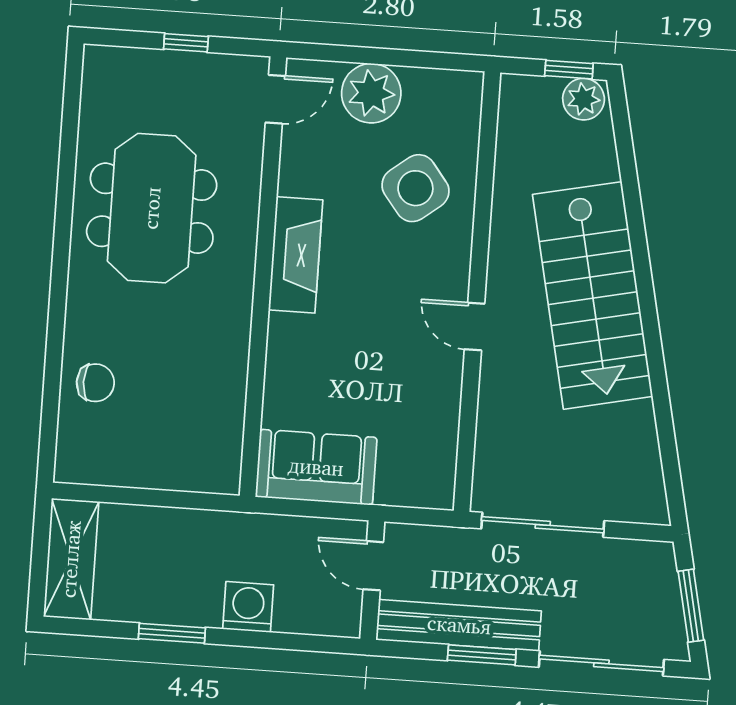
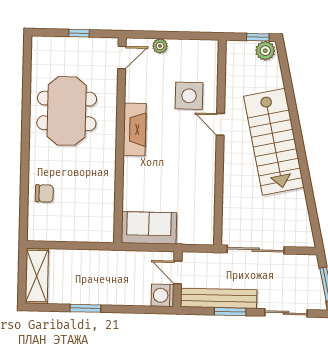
plant: (371, 93) -> (160, 46), width x0.53, depth x0.53
side table: (415, 188) -> (189, 96), turned 38
door: (475, 327) -> (220, 124), moved
washing machine: (248, 607) -> (162, 295), moved, turned -90
sliding door: (601, 663) -> (286, 313), width x0.73

